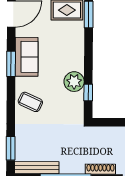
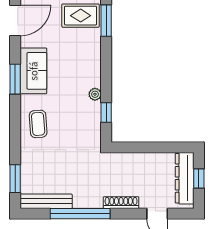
plant: (74, 82) -> (95, 94), width x0.53, depth x0.53
coffee table: (30, 102) -> (38, 124), turned 61

